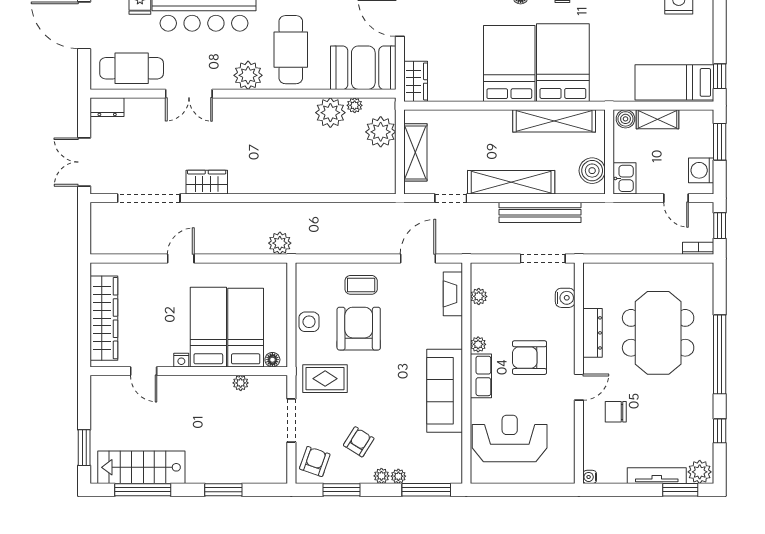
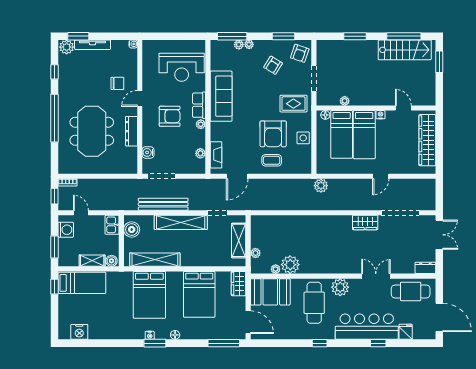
bed: (509, 64) -> (199, 294), moved
plant: (381, 132) -> (255, 253), width x0.53, depth x0.53
plant: (381, 476) -> (239, 45), moved

